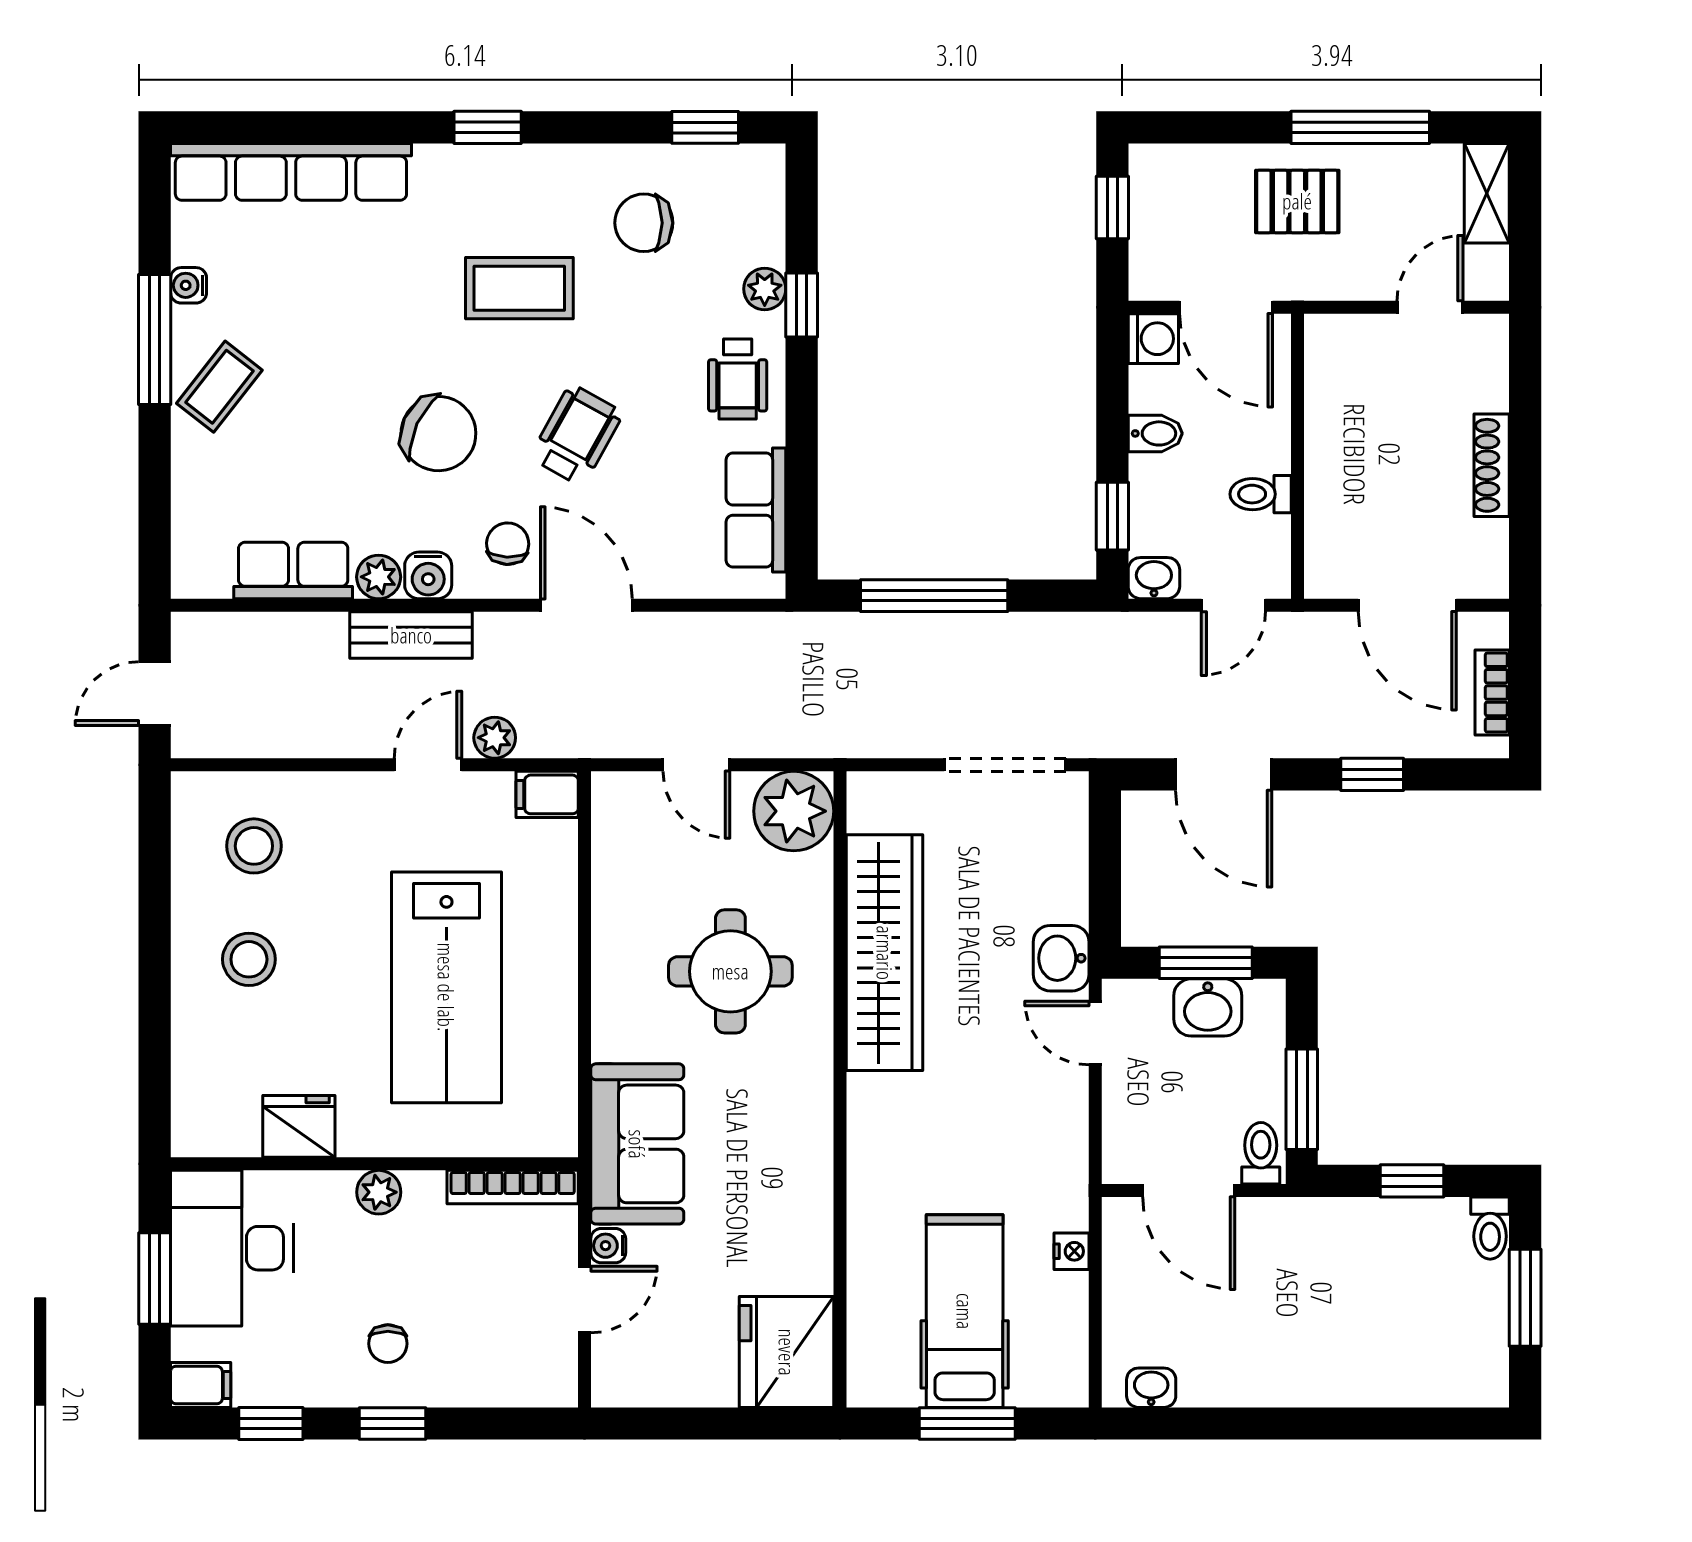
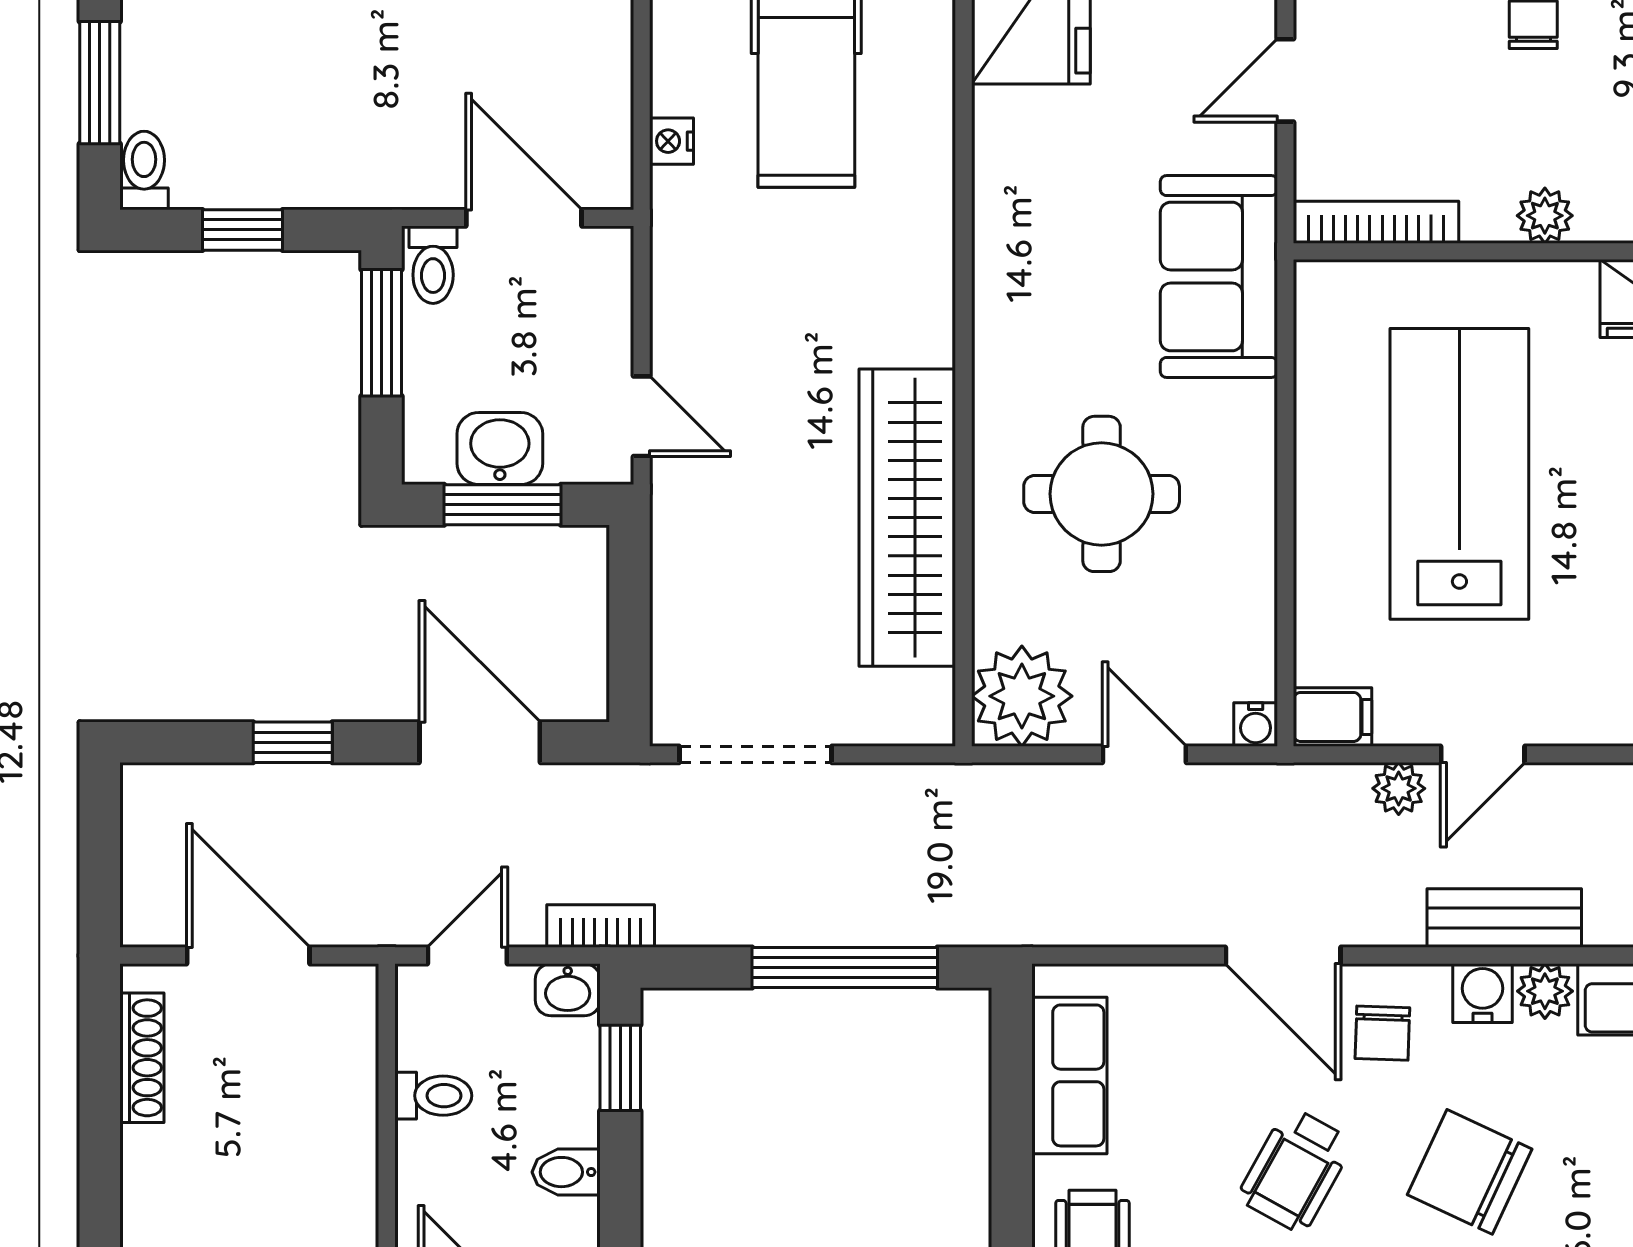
shoe rack: (1492, 465) -> (142, 1058), moved
bookcase: (1492, 693) -> (601, 926), moved, turned -90
washbasin: (1061, 958) -> (685, 511), removed
water cooler: (608, 1246) -> (1256, 724), moved, turned 90

